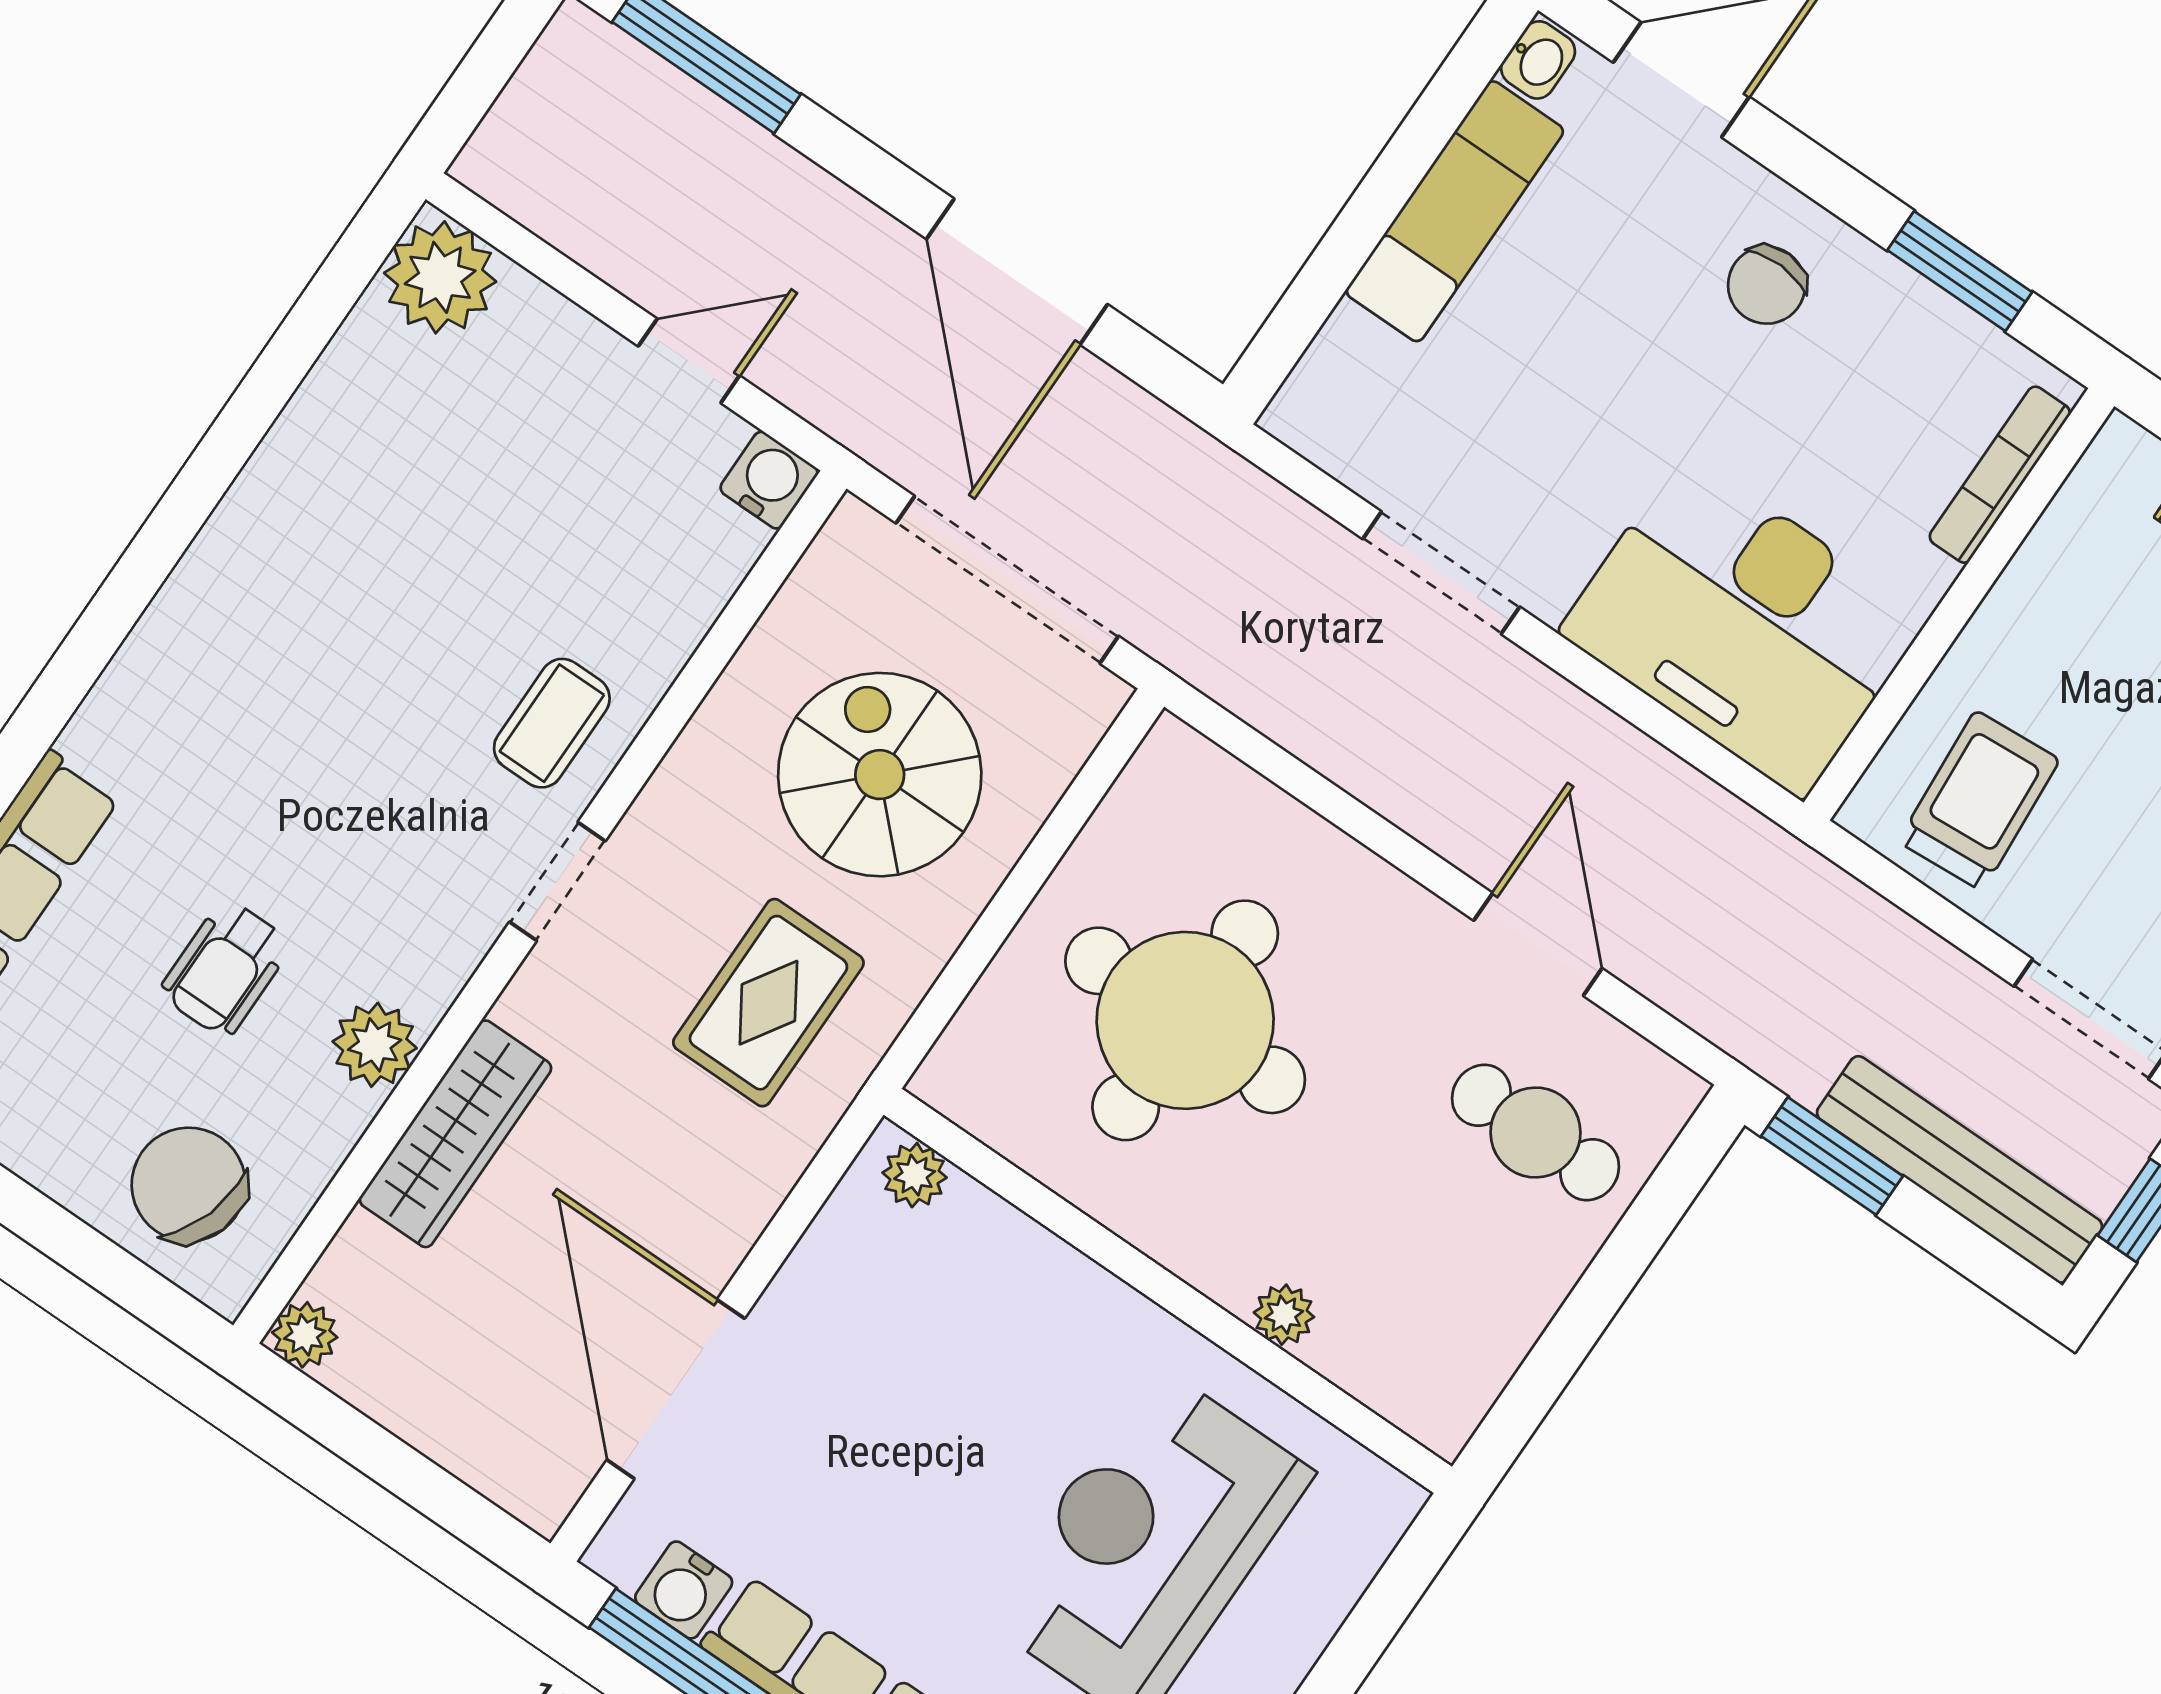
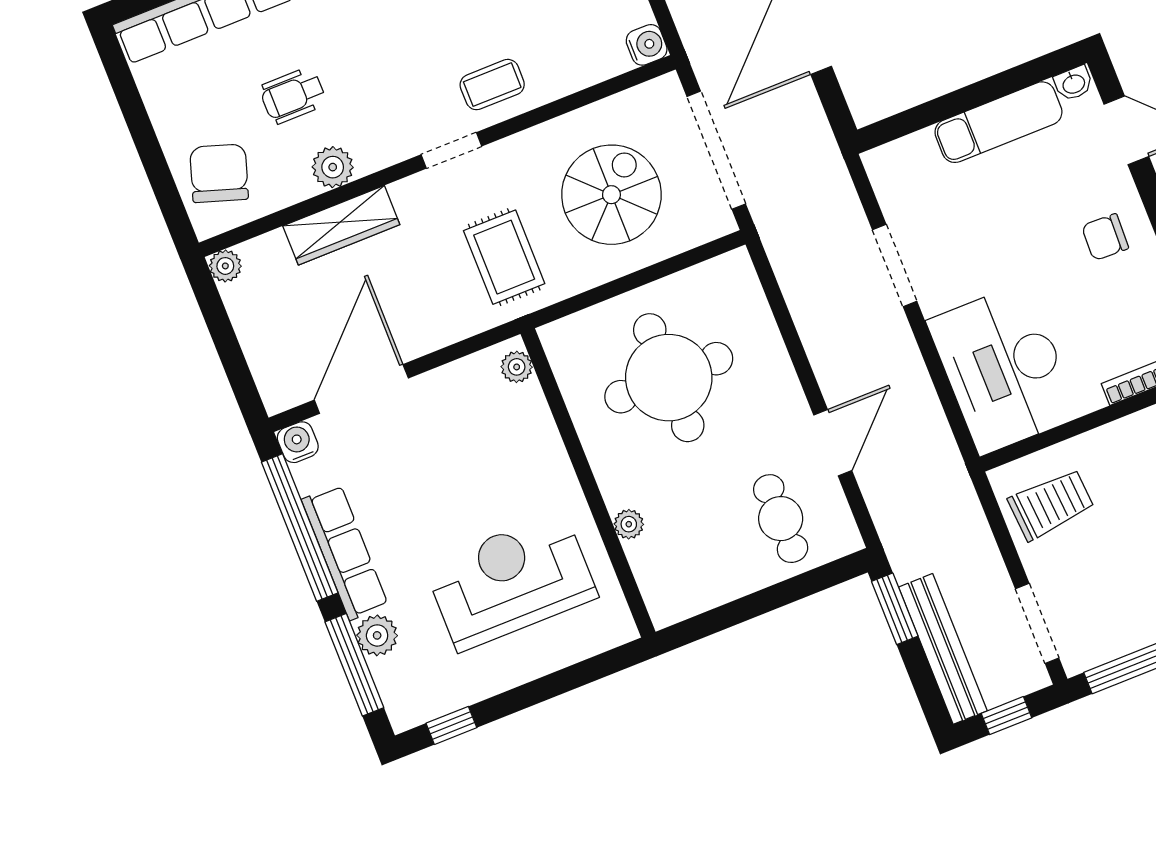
rug: (768, 1003) -> (504, 257), turned 90
water cooler: (684, 1590) -> (298, 442), moved, turned 90

